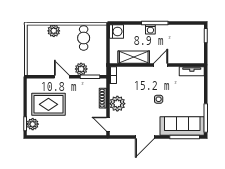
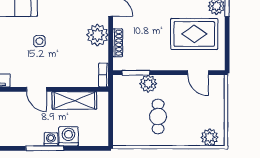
plant: (54, 31) -> (210, 137), moved
washing machine: (116, 31) -> (68, 136), moved, turned 90
cafe table: (84, 38) -> (158, 117), moved
door: (161, 65) -> (37, 89), hinge flipped
door: (62, 77) -> (198, 73), moved

